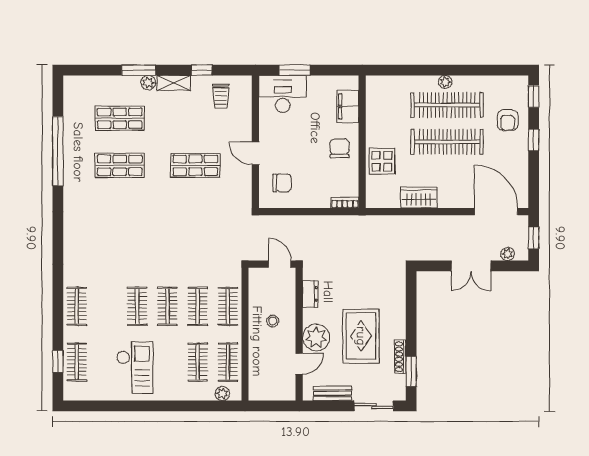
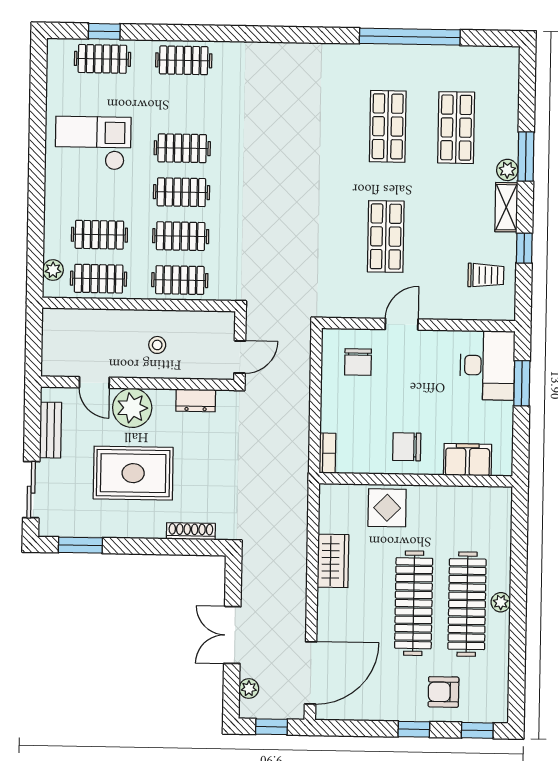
trolley: (221, 96) -> (486, 275), turned 180
chair: (340, 148) -> (407, 447), turned 180
shoe rack: (400, 357) -> (191, 531), moved
checkout: (135, 368) -> (93, 143), turned 180

